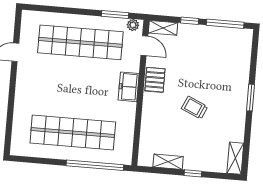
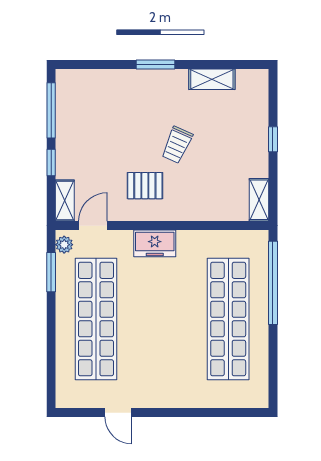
pallet: (155, 80) -> (145, 186), moved
shelving: (235, 158) -> (212, 79), moved
shelving: (168, 162) -> (259, 200), moved

